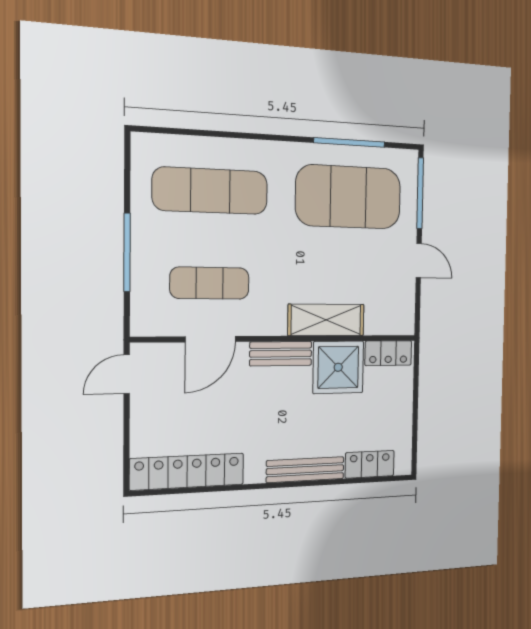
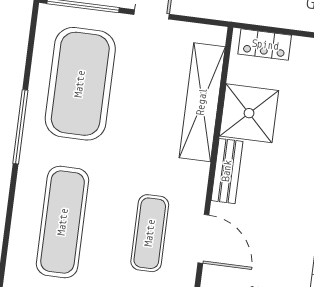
window: (349, 142) -> (20, 127), moved
shelving: (326, 320) -> (202, 102), width x1.47
locker: (388, 353) -> (265, 45), moved, turned 90

